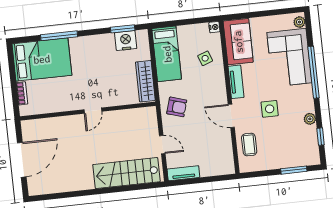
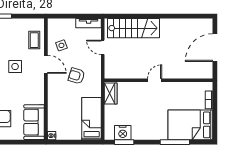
side table: (205, 58) -> (61, 45), moved
wardrobe: (145, 81) -> (111, 94), width x0.67
tv unit: (236, 82) -> (39, 91), removed
armchair: (177, 107) -> (76, 76), moved

